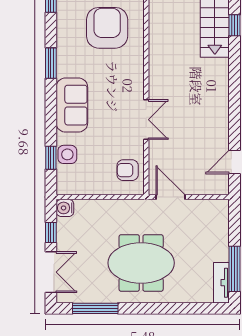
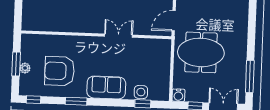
armchair: (107, 28) -> (59, 71), moved
armchair: (128, 170) -> (154, 50), removed
meeting table: (141, 263) -> (201, 52), moved, turned 90

